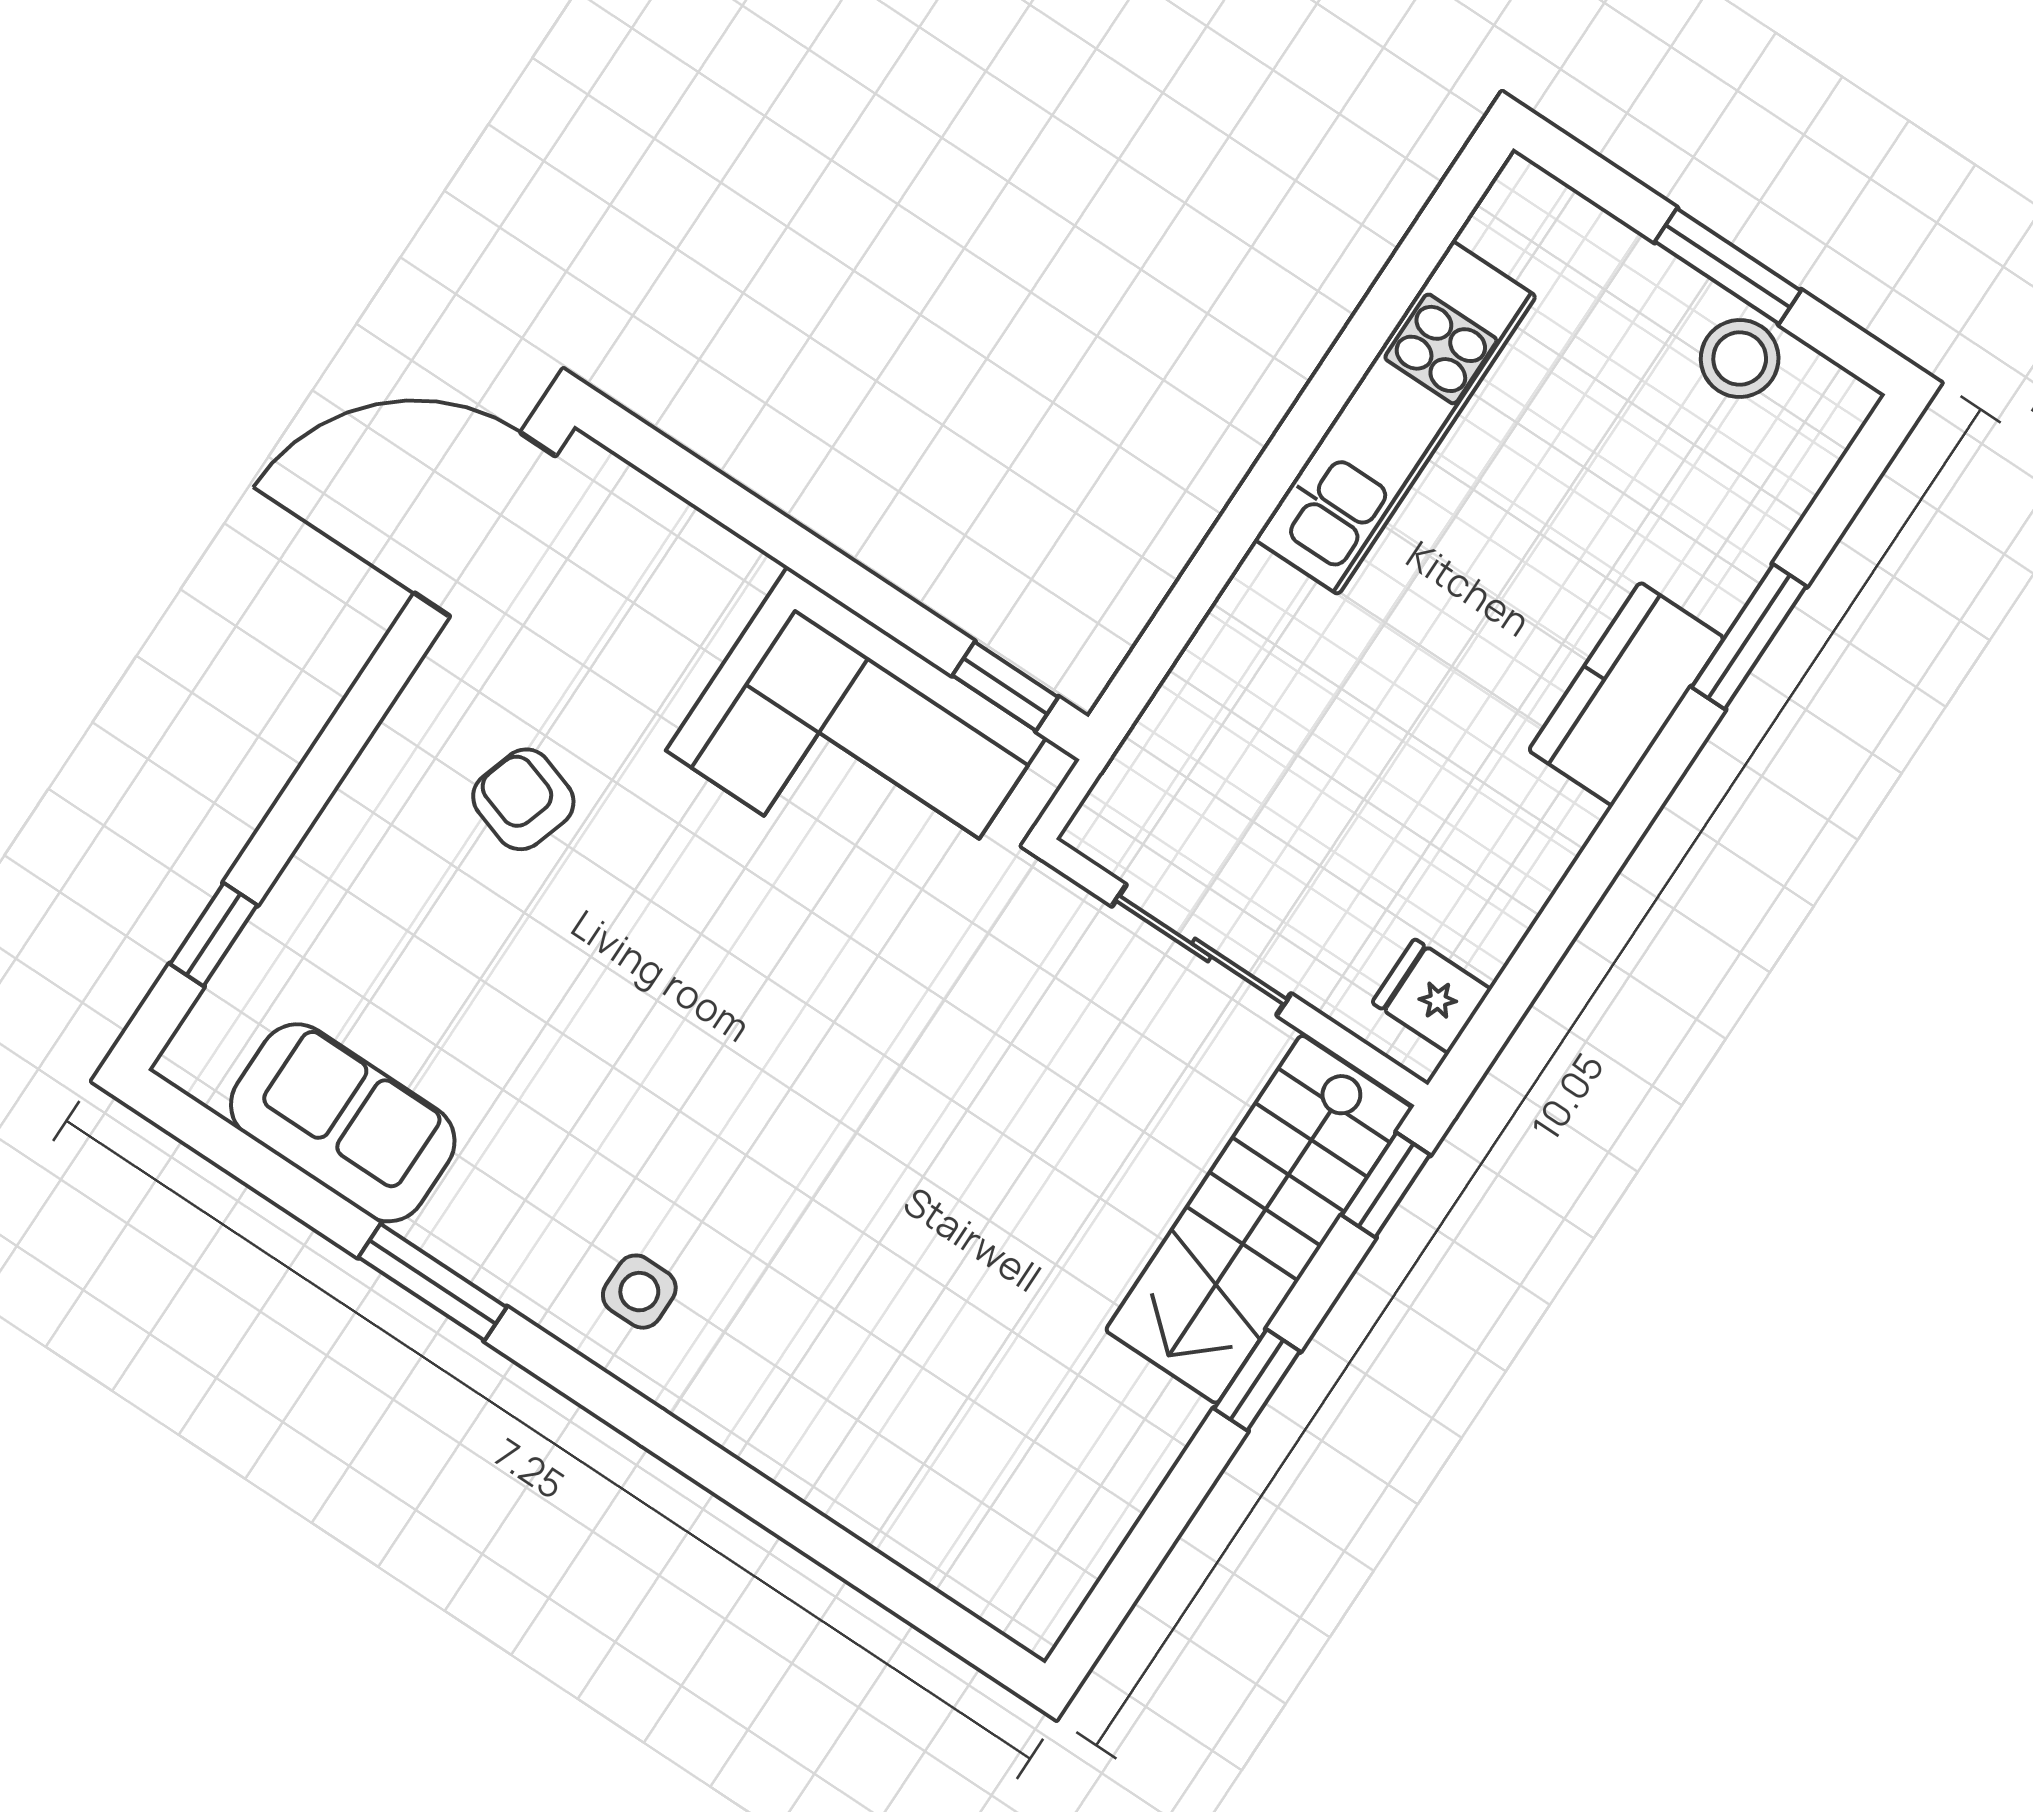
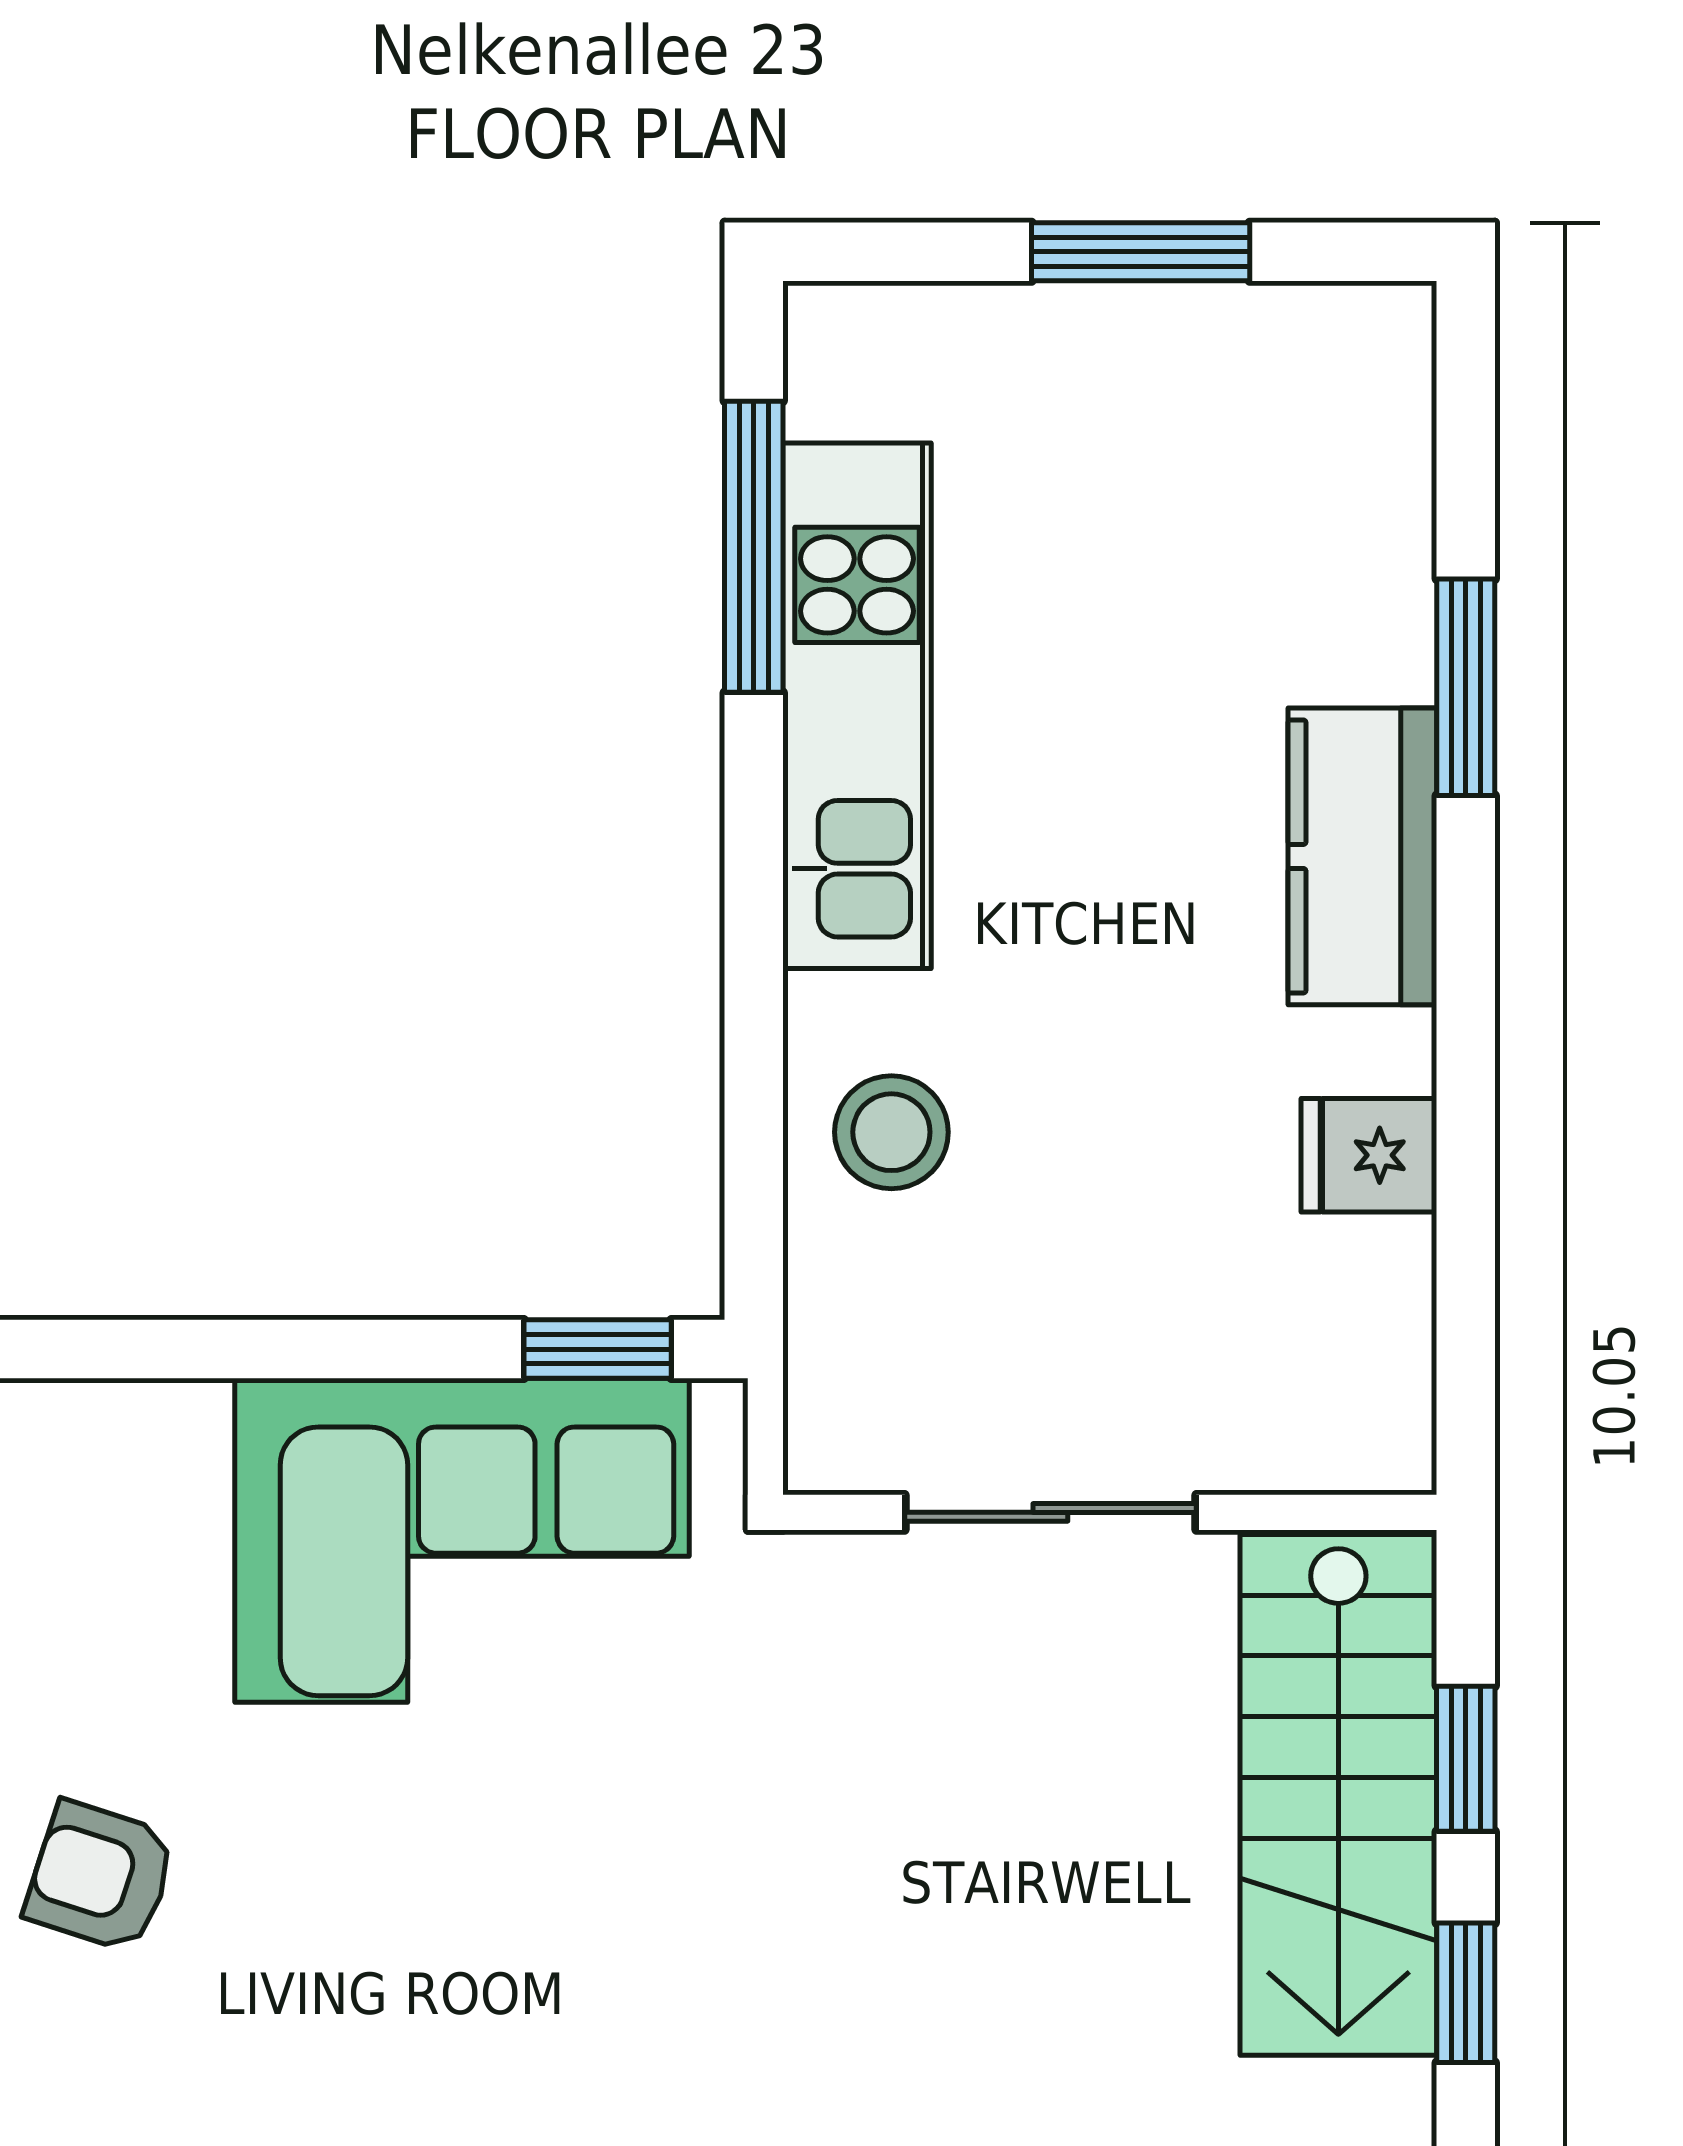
window: (1396, 288) -> (754, 547), added
stool: (1740, 359) -> (891, 1132), moved
fridge: (1432, 996) -> (1369, 1155), moved
window: (1386, 1185) -> (1466, 1759), moved

